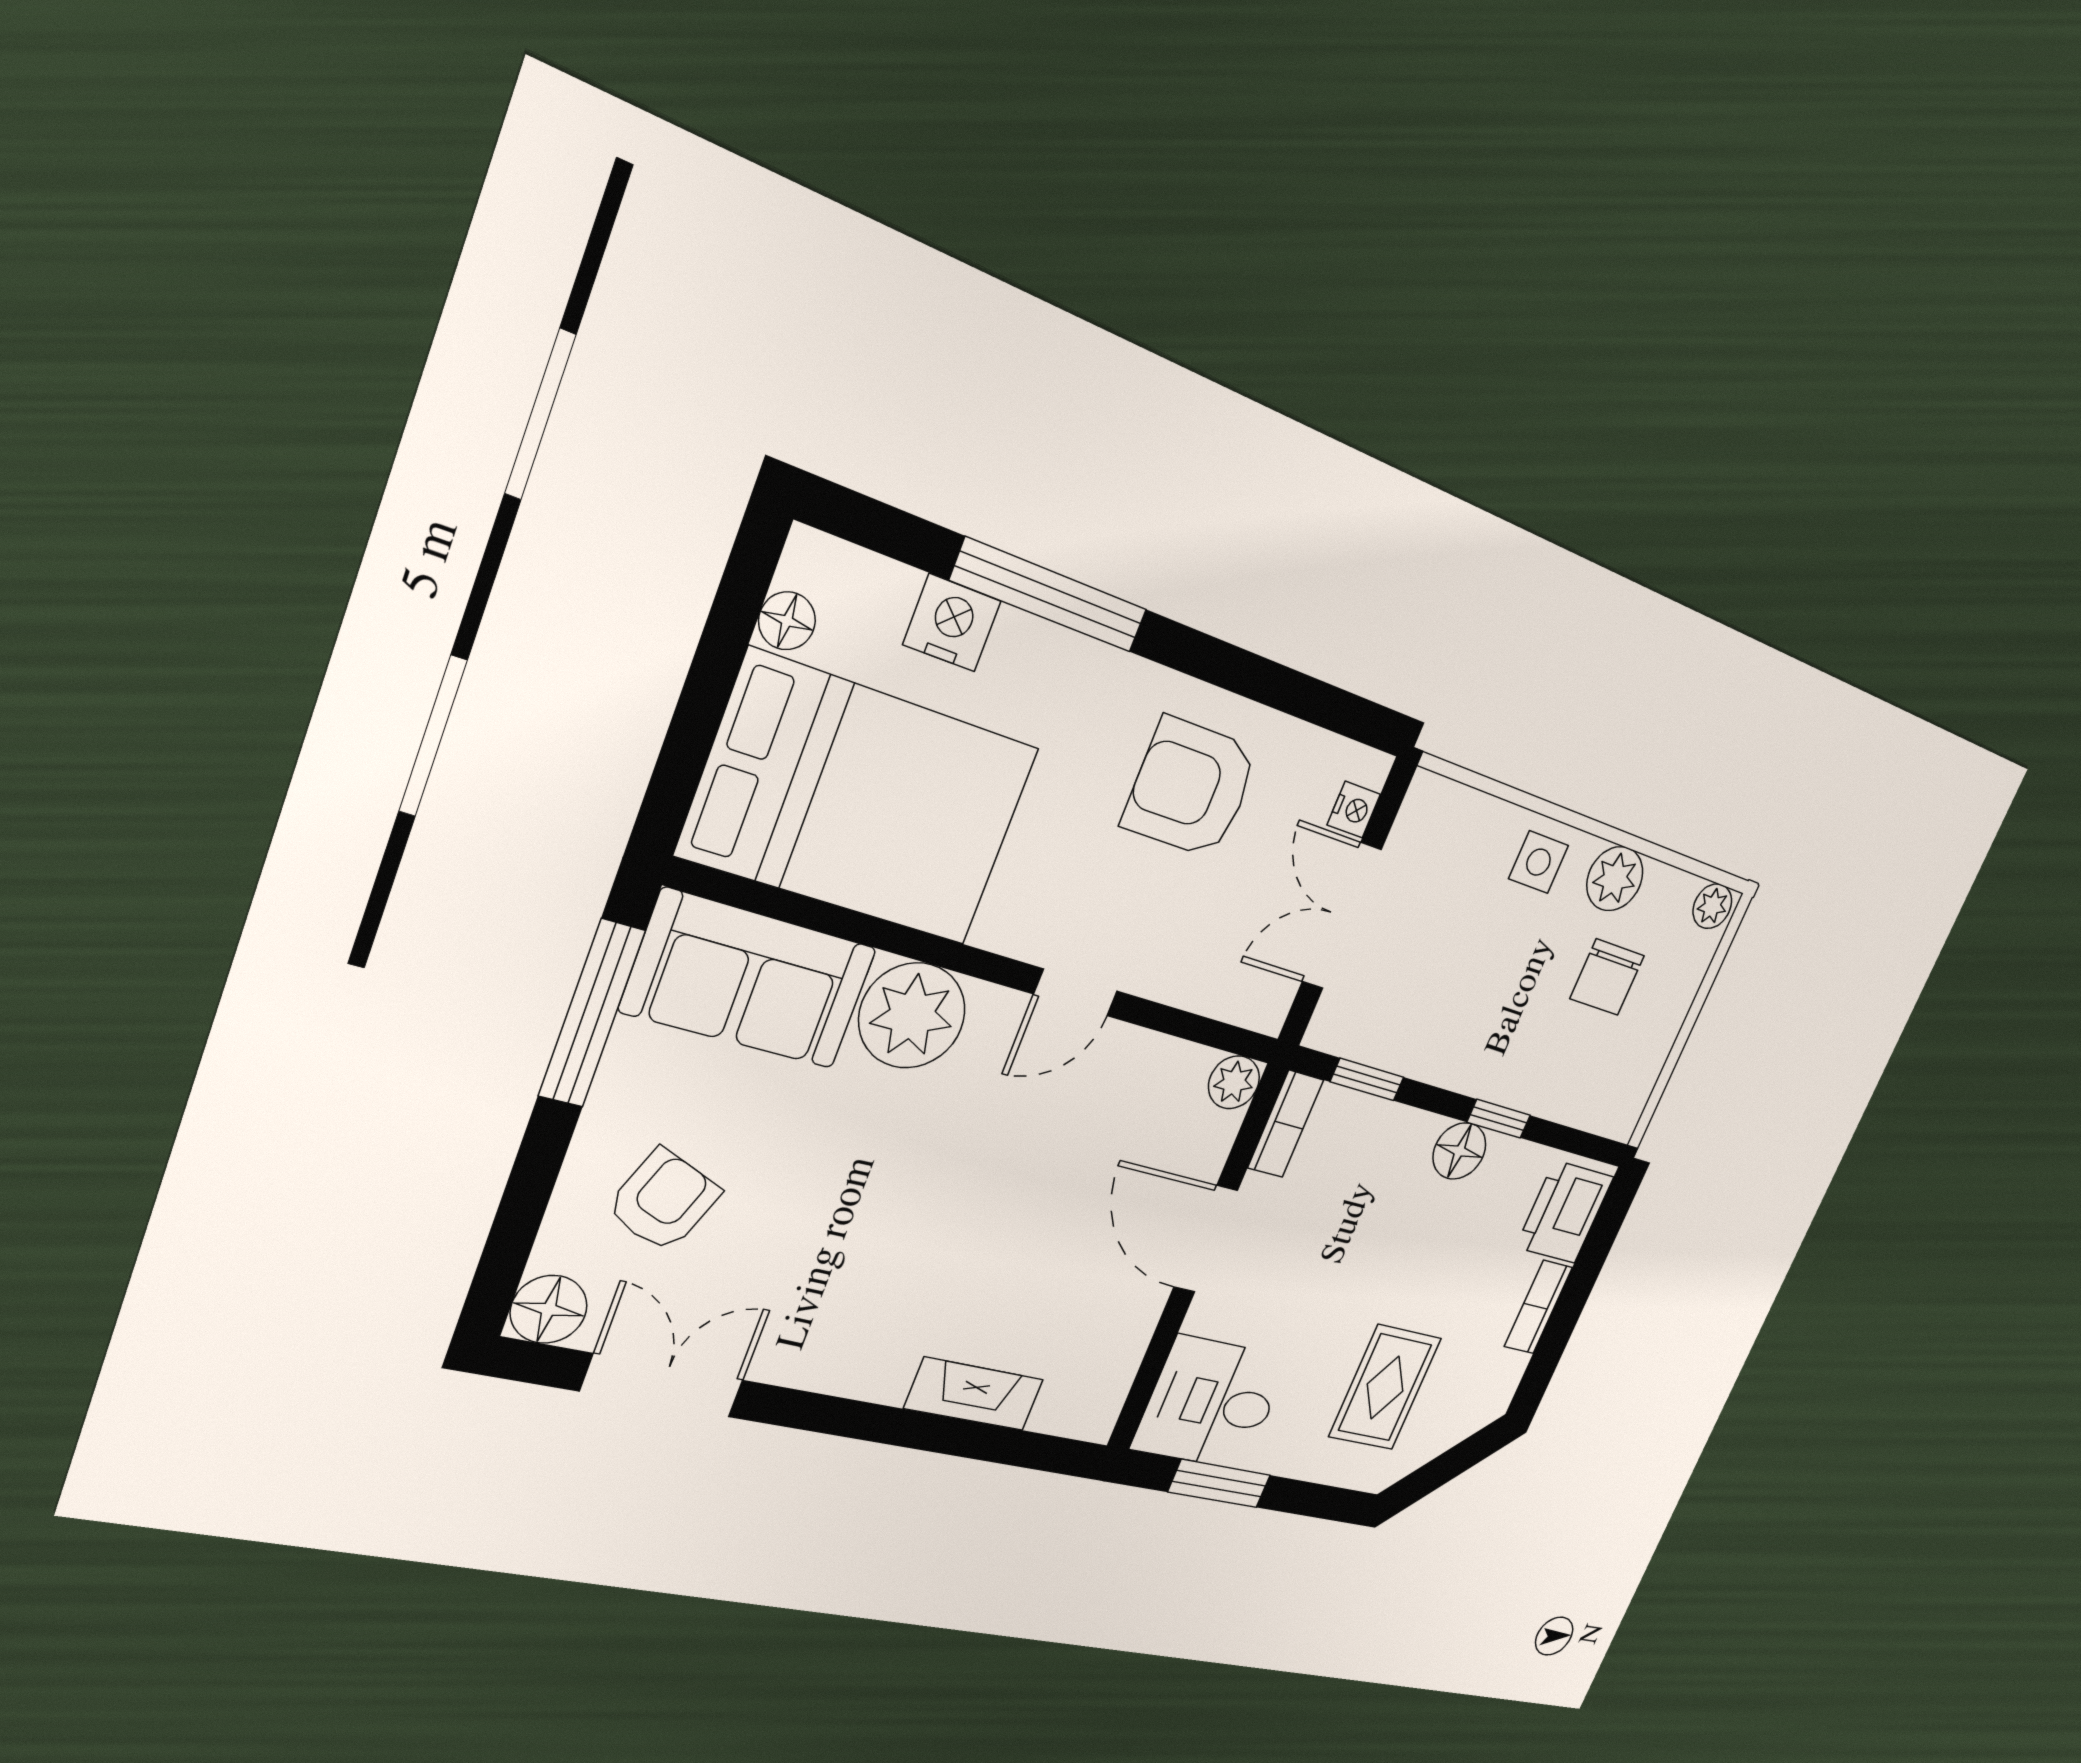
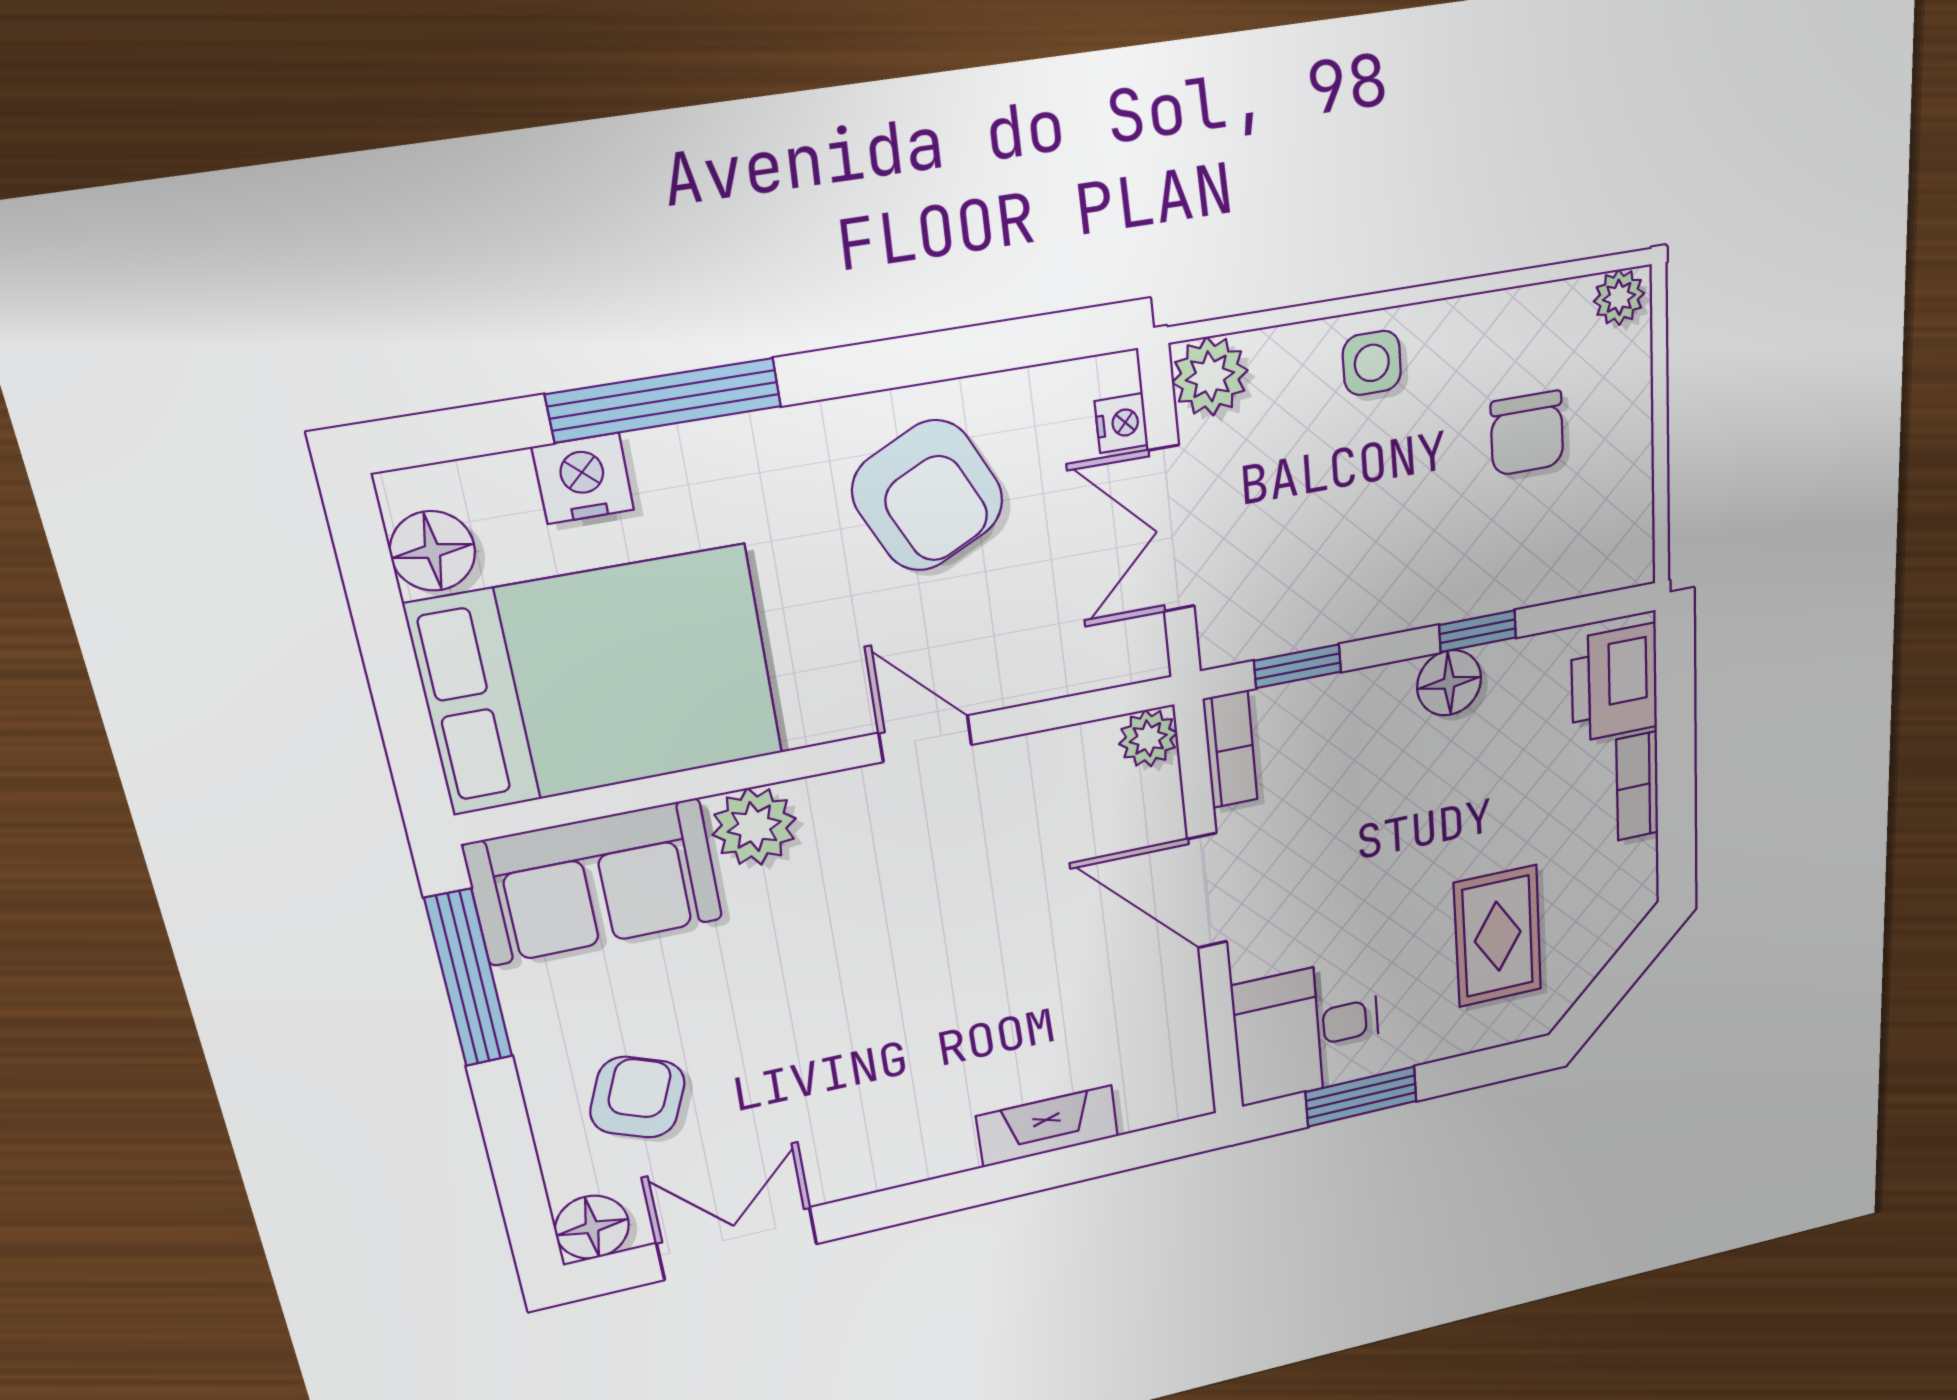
floor lamp: (787, 621) -> (433, 551), width x1.37, depth x1.37
armchair: (1191, 788) -> (928, 496), turned -116
plant: (1615, 879) -> (1210, 376), moved
door: (1076, 992) -> (925, 739), swing flipped
plant: (912, 1016) -> (754, 827), width x0.73, depth x0.73

